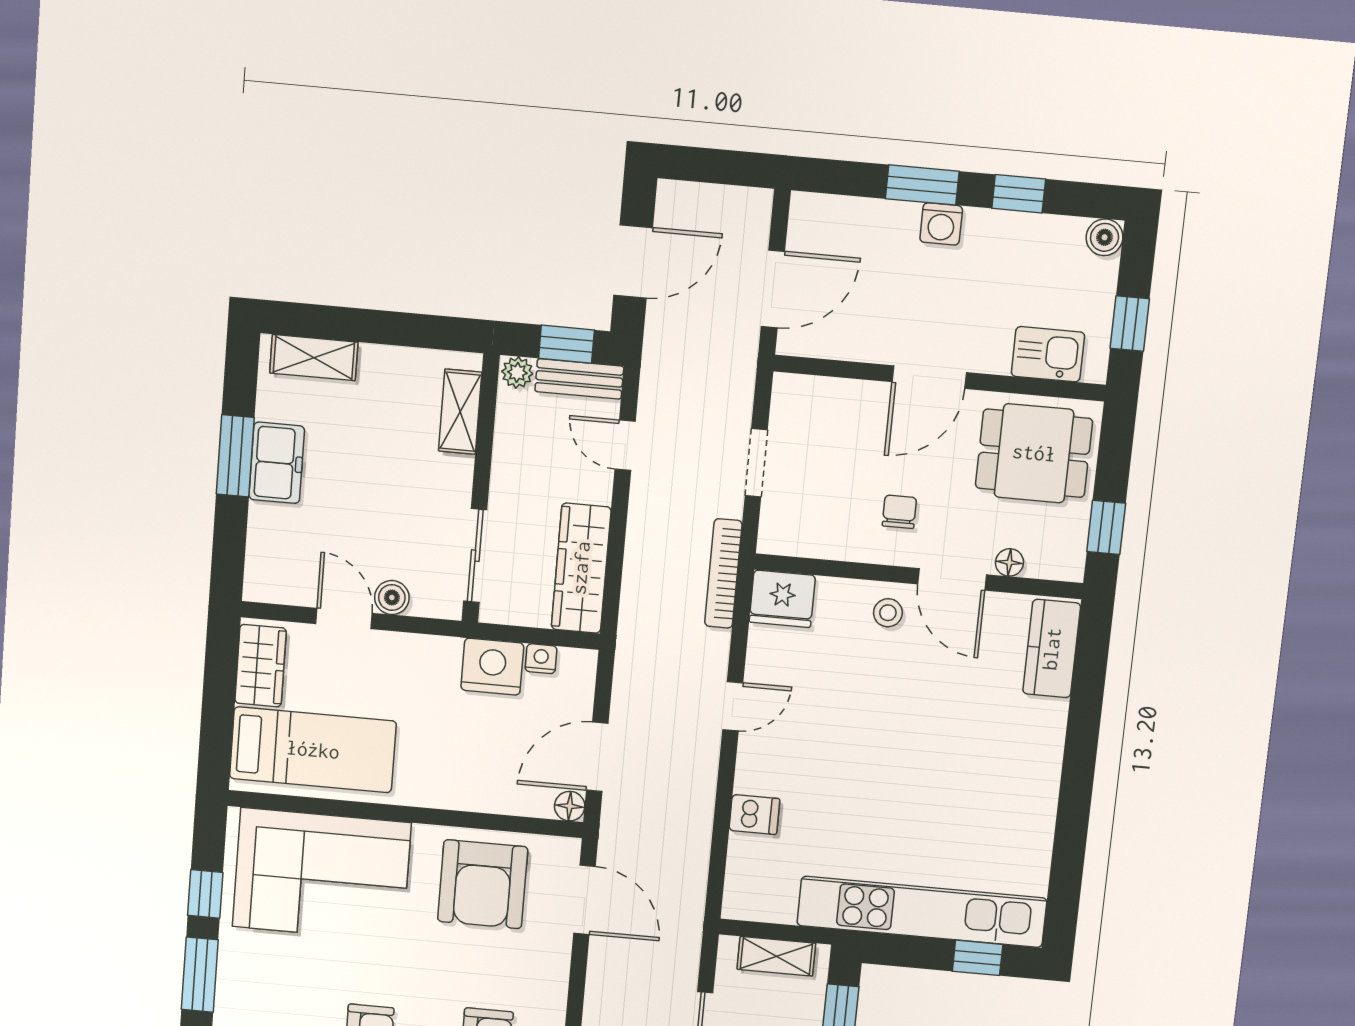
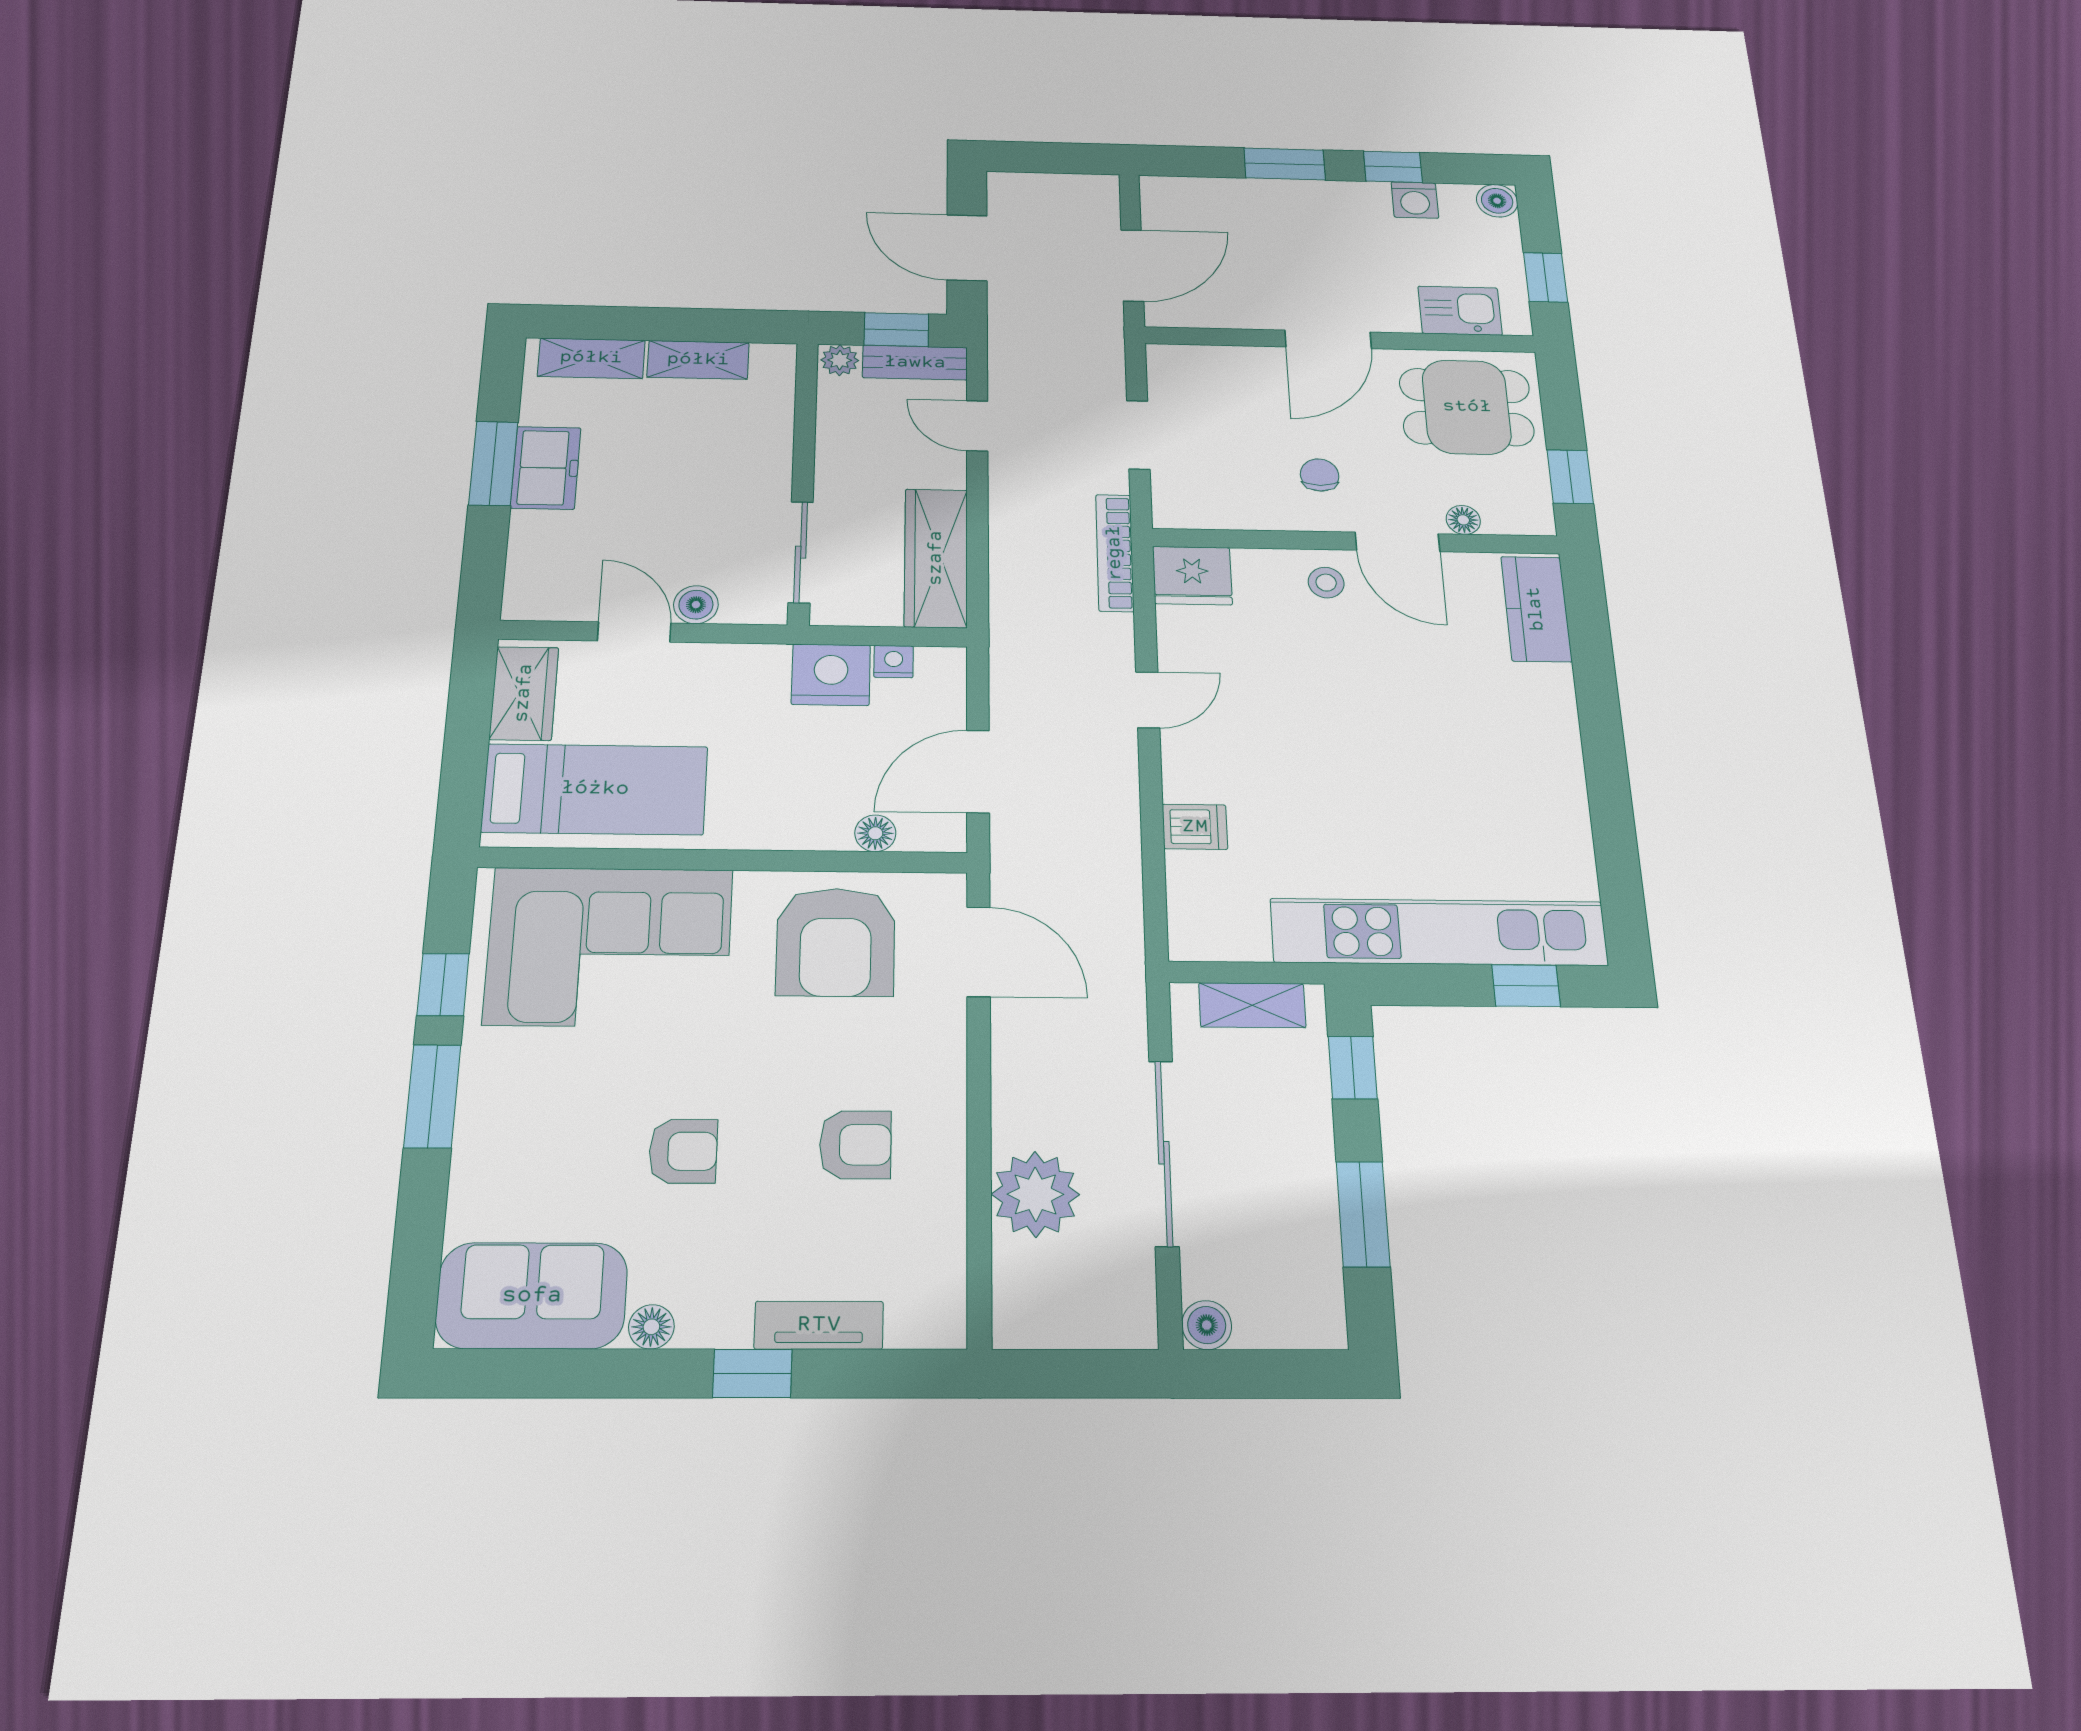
washing machine: (941, 224) -> (1415, 200), moved
door: (633, 261) -> (967, 248), swing flipped
shelving: (460, 412) -> (698, 360), moved, turned 90
floor lamp: (570, 806) -> (875, 833), moved

